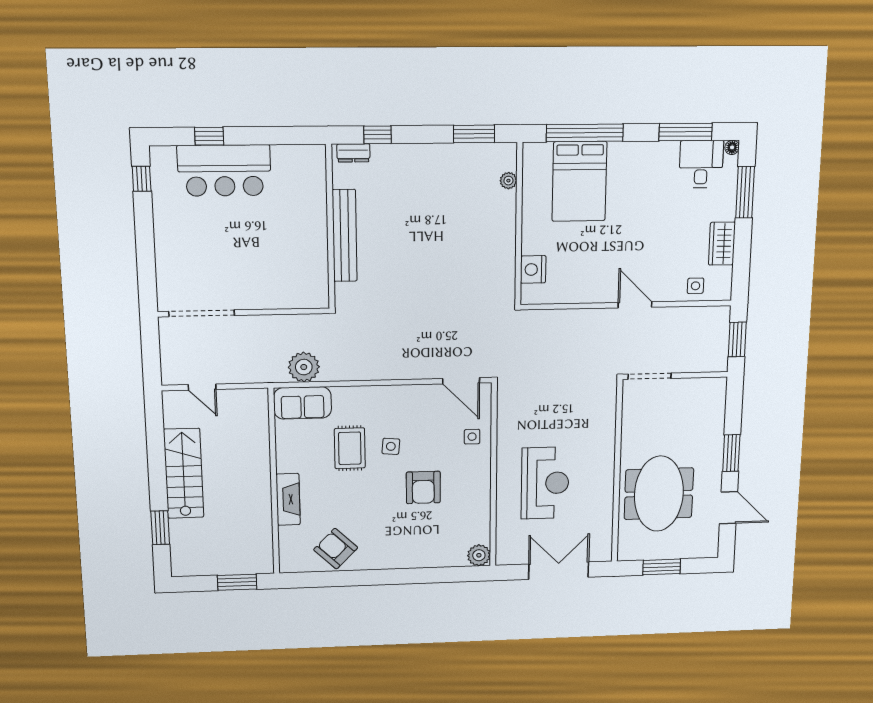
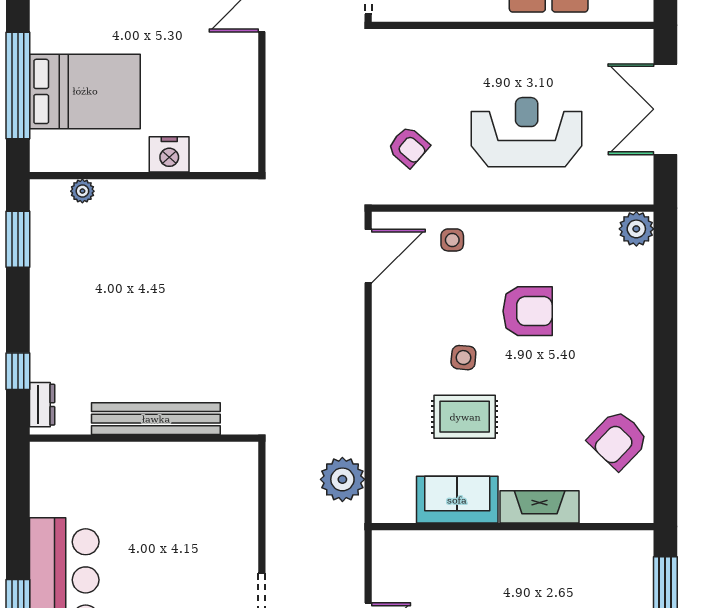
nightstand: (533, 269) -> (169, 154), moved
sofa: (303, 403) -> (457, 500), moved, turned -90
armchair: (536, 406) -> (409, 147), added

